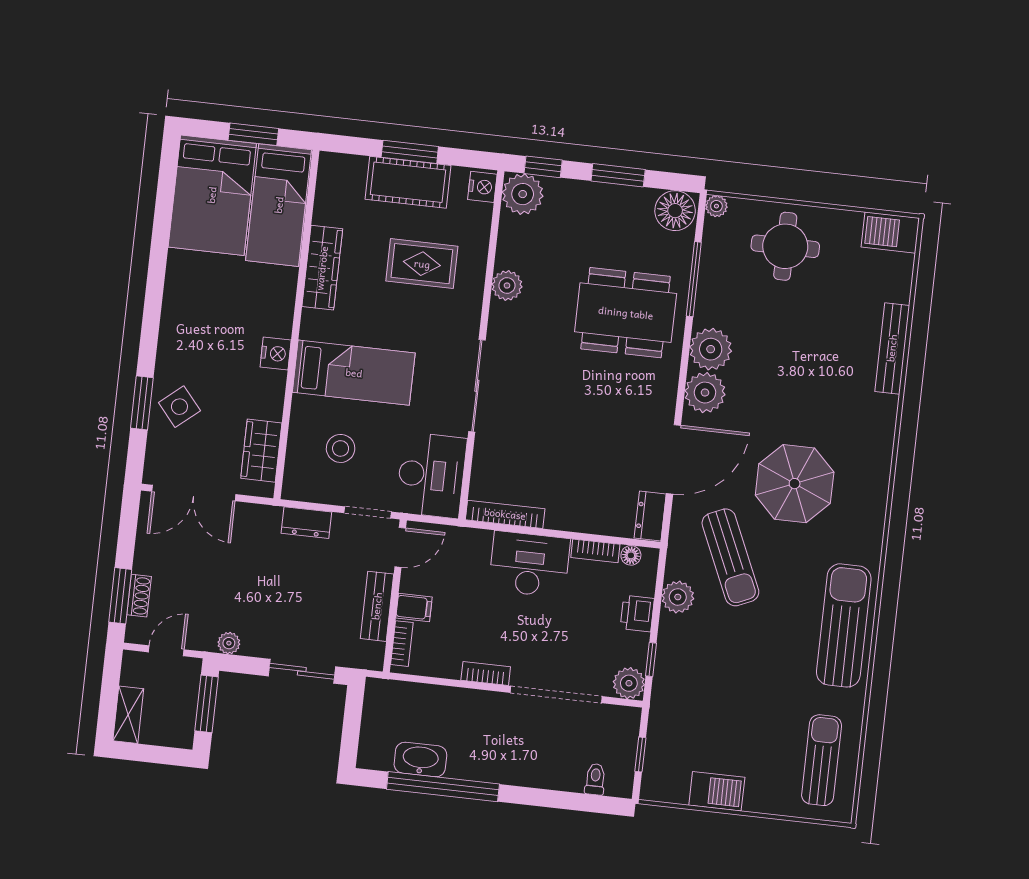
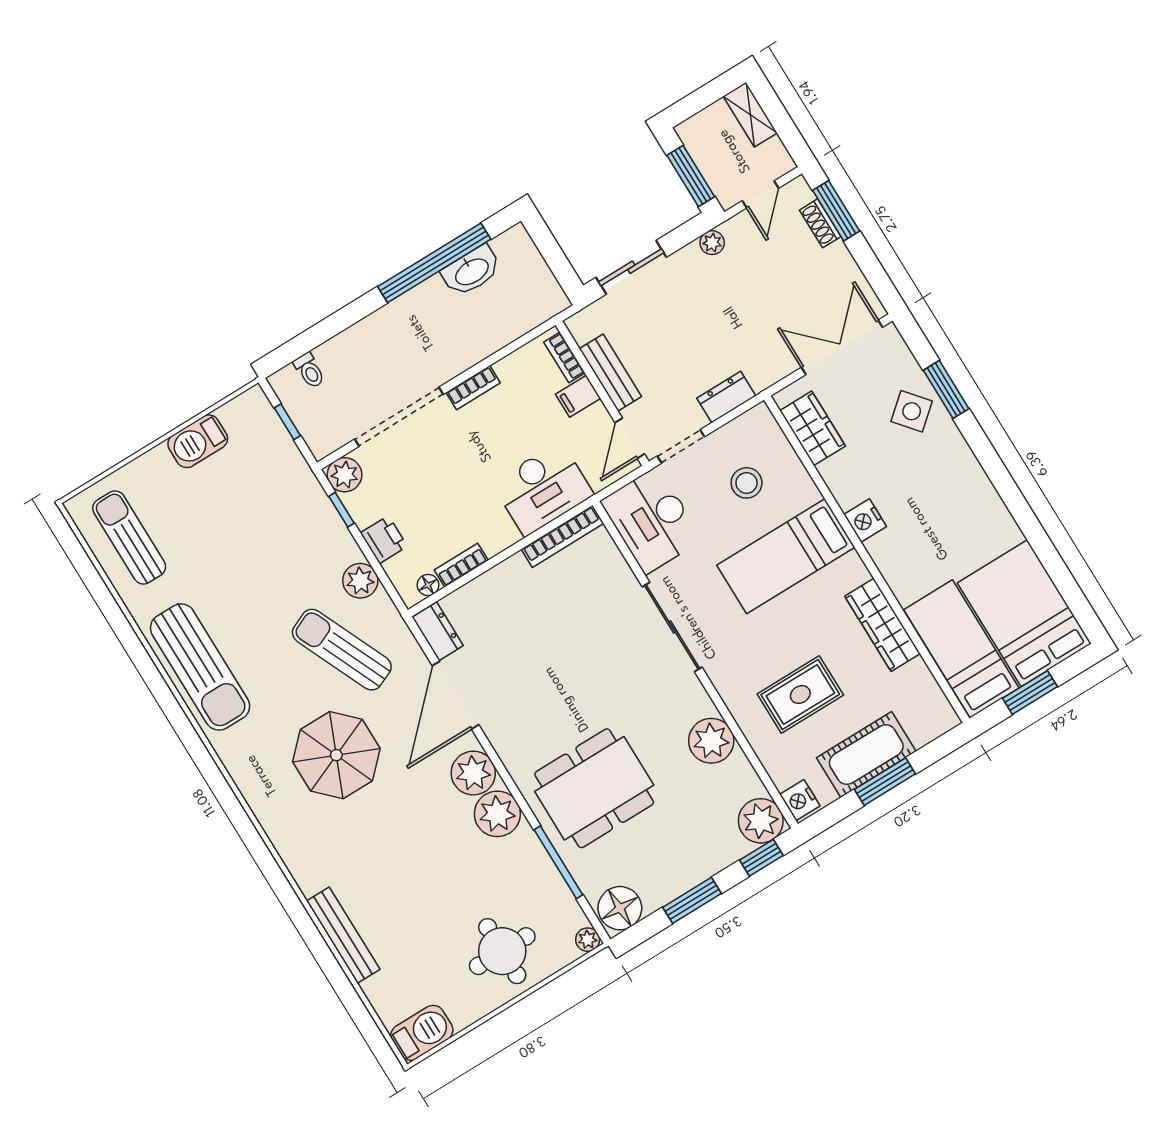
plant: (507, 286) -> (711, 741), width x1.36, depth x1.36
desk: (529, 564) -> (543, 489), moved
sun lounger: (822, 760) -> (129, 537), turned 180

